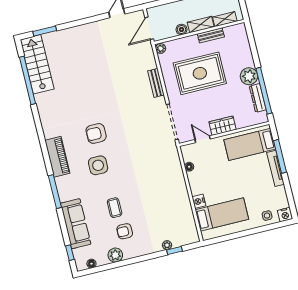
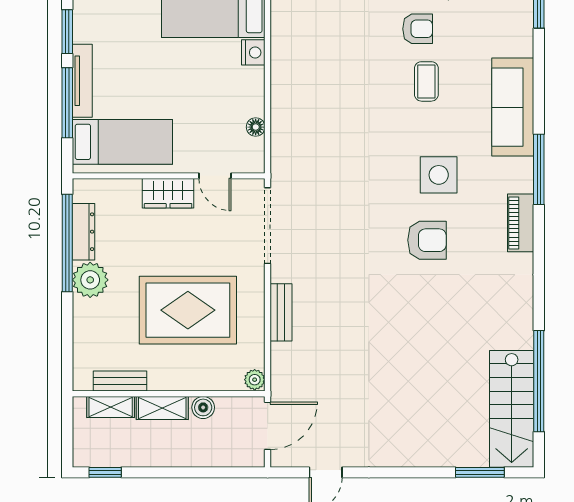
bench: (211, 35) -> (120, 381), moved
piano: (57, 157) -> (521, 223), width x0.73, depth x0.75
window: (288, 190) -> (67, 32), added
window: (55, 192) -> (539, 169), moved
sofa: (76, 224) -> (513, 107), moved

